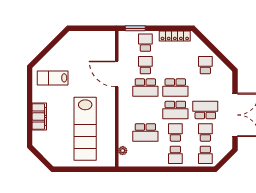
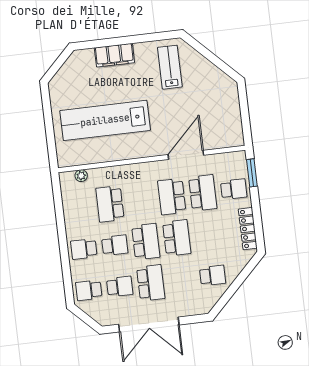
school desk: (145, 65) -> (203, 193), width x1.85
school desk: (175, 88) -> (177, 238), turned 180
school desk: (175, 110) -> (146, 242), turned 180

